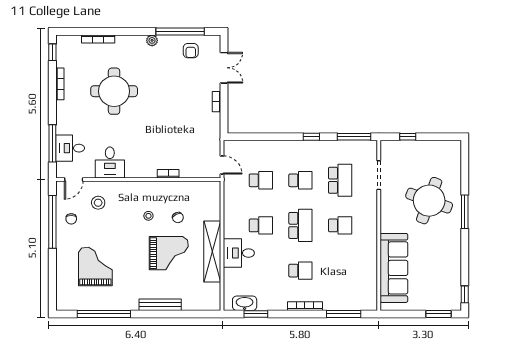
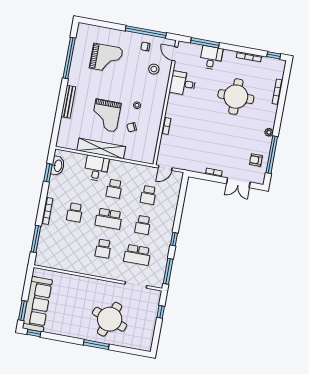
desk: (70, 148) -> (211, 58), moved
sofa: (394, 268) -> (37, 304), moved, turned -90

